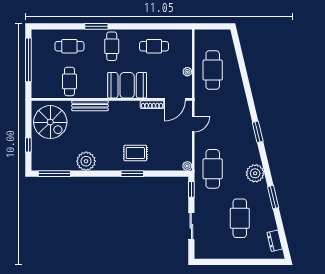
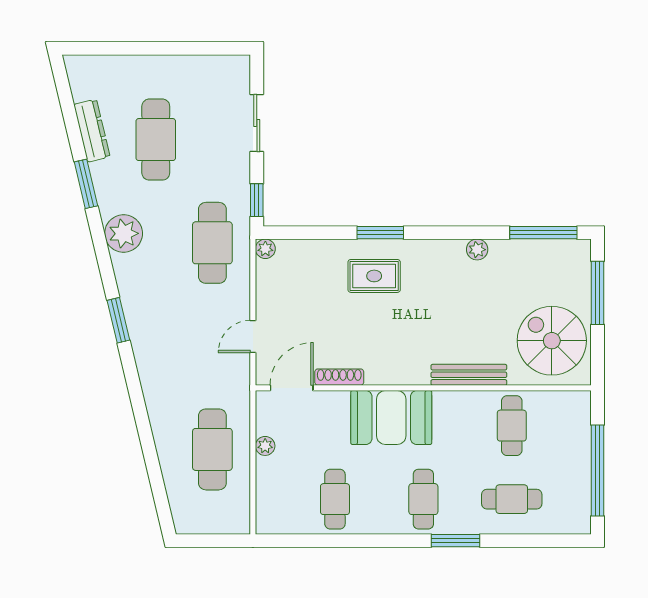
cafe table: (154, 46) -> (335, 499), turned 90
window: (28, 145) -> (598, 293), width x2.17
plant: (86, 161) -> (477, 250), width x0.53, depth x0.53
dresser: (275, 241) -> (92, 131), moved, width x1.44

